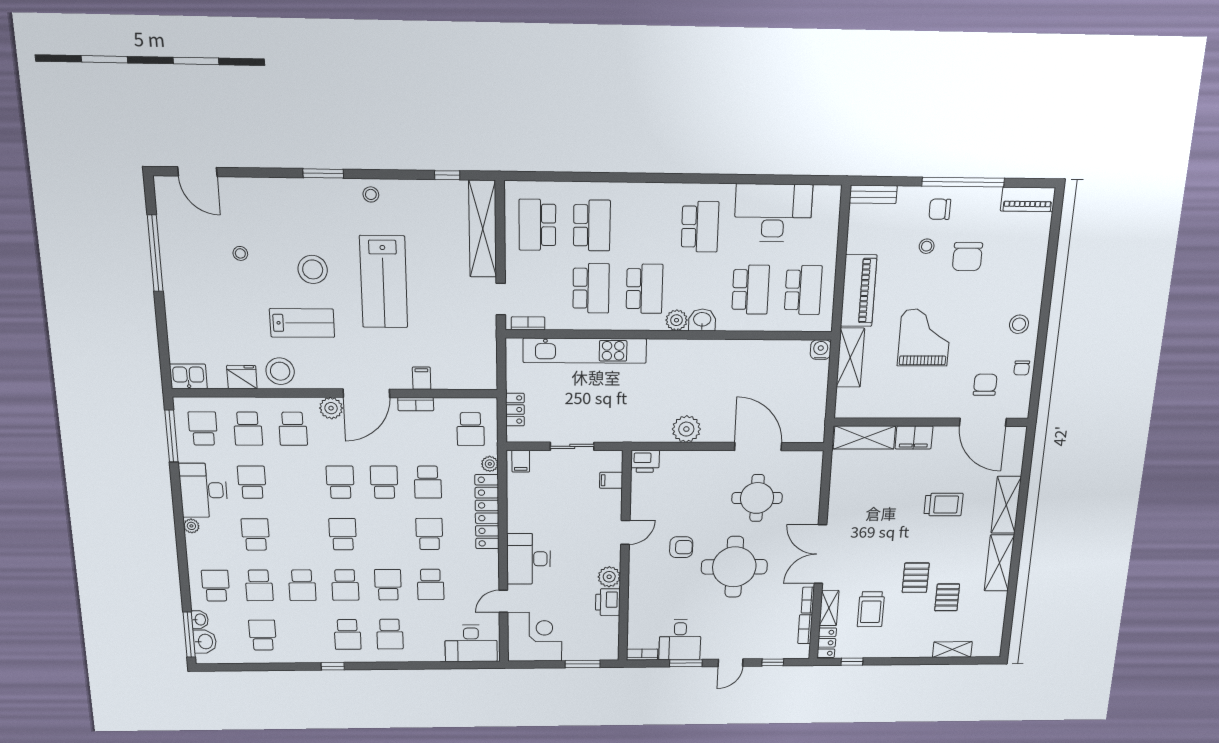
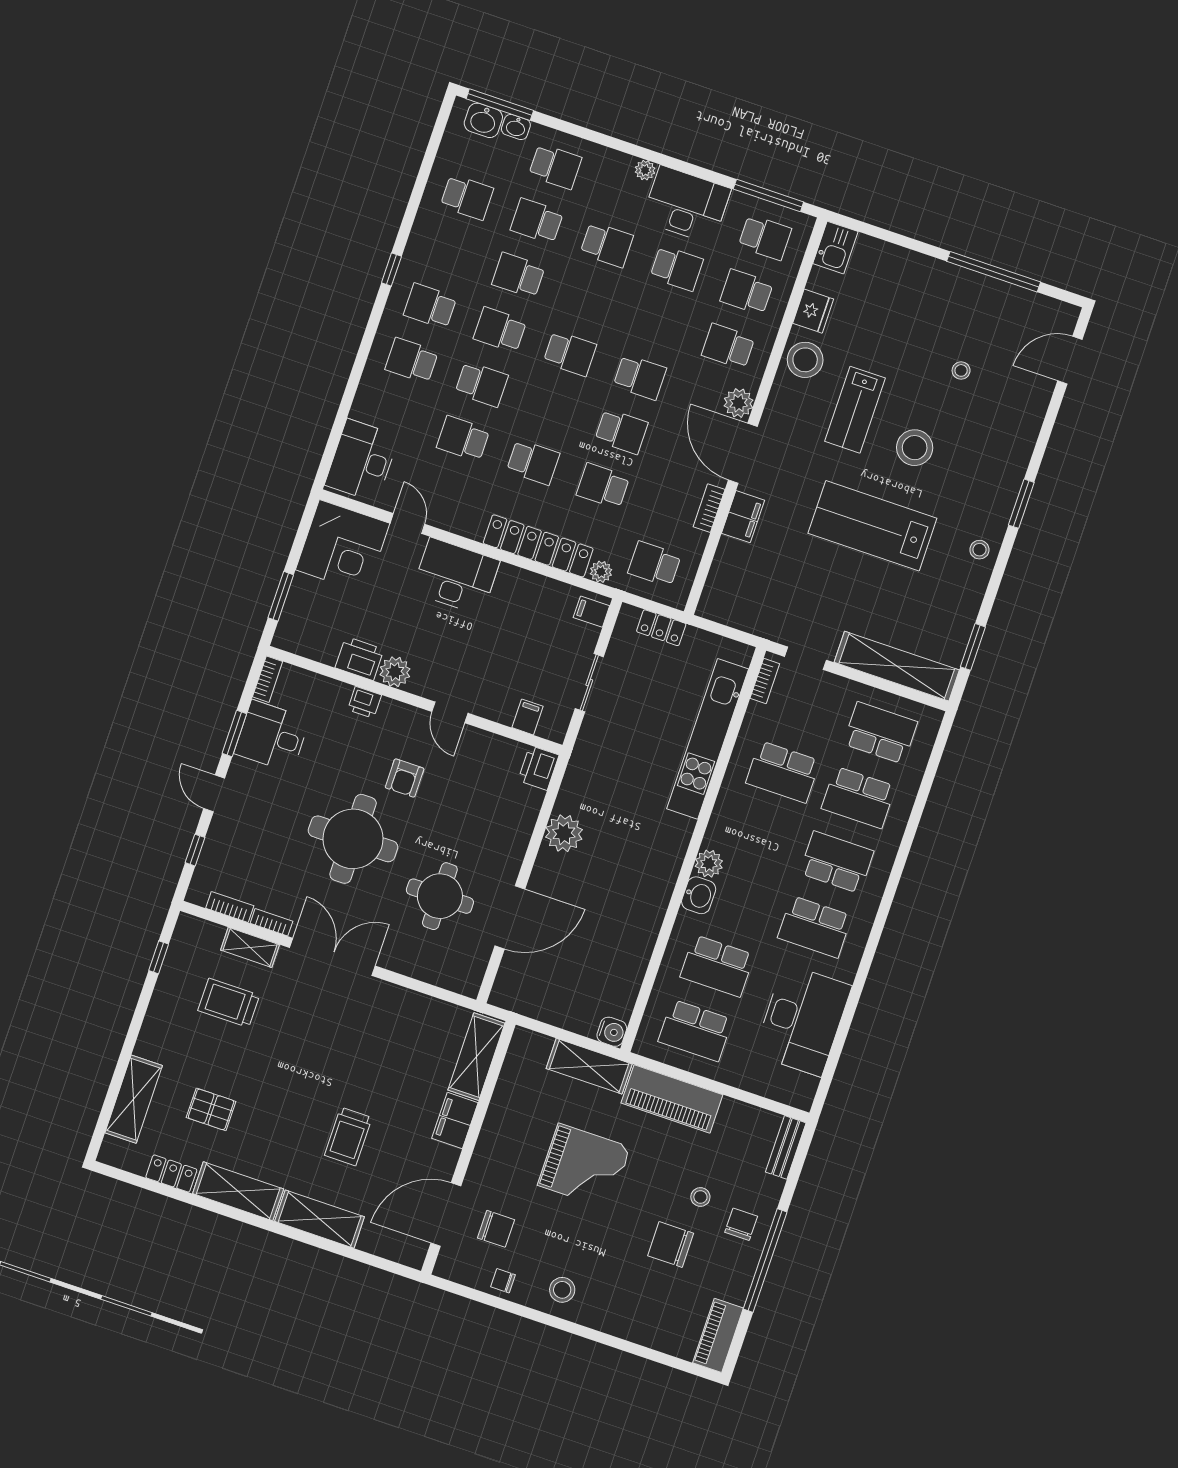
window: (447, 175) -> (973, 647), width x1.50
school desk: (644, 289) -> (837, 862), moved, turned 180
filing cabinet: (422, 378) -> (743, 517), width x2.00
pallet: (916, 578) -> (255, 1074), removed
printer: (637, 589) -> (365, 702), added
locker: (827, 643) -> (171, 1173), moved, turned 180
shelving: (952, 650) -> (134, 1099), width x1.50, depth x1.33

